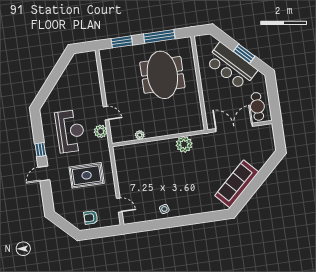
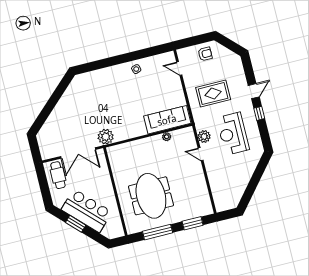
plant: (184, 144) -> (106, 137), moved
sofa: (237, 184) -> (167, 120), moved, turned -137

